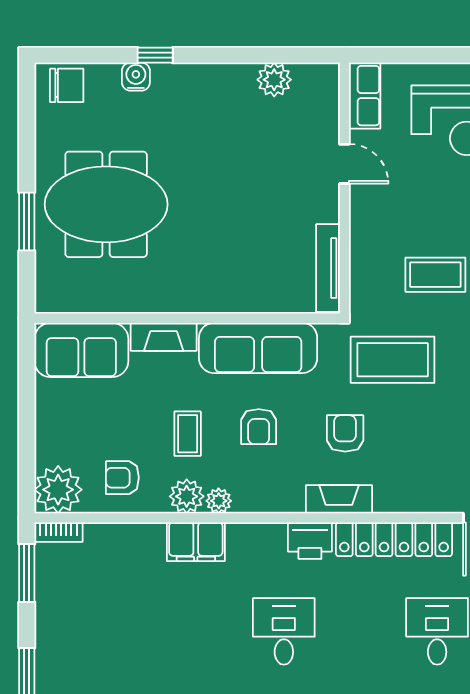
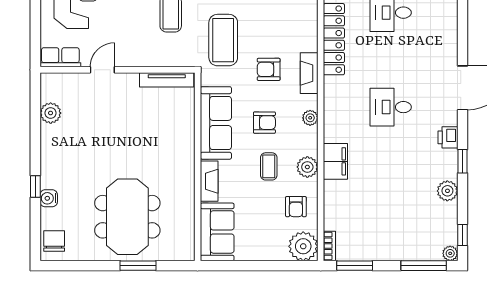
coffee table: (188, 434) -> (269, 166), turned 90
plant: (219, 501) -> (310, 118), moved
printer: (310, 541) -> (335, 91), removed

